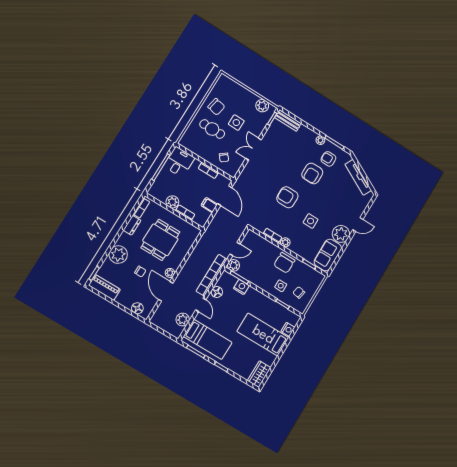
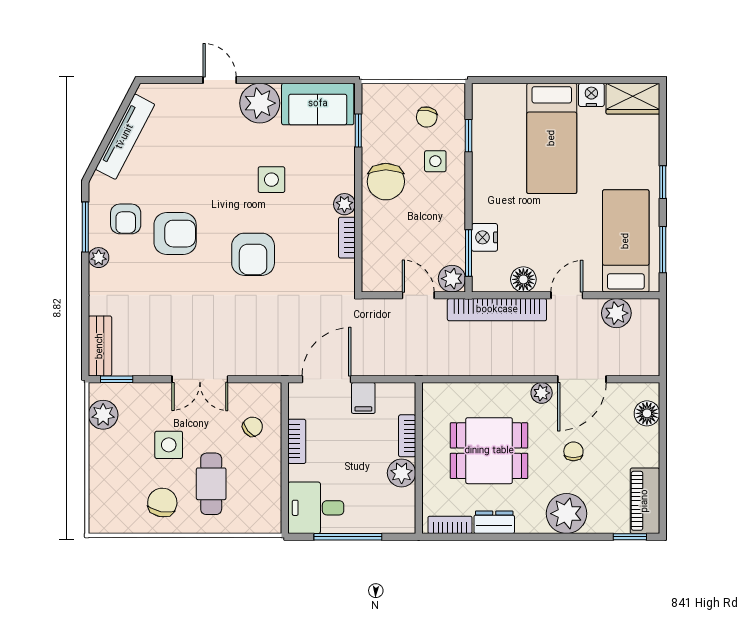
chair: (284, 263) -> (386, 182), turned 90
nightstand: (288, 329) -> (591, 95), moved

